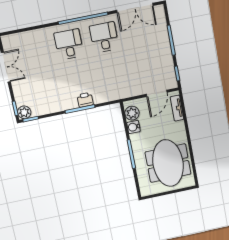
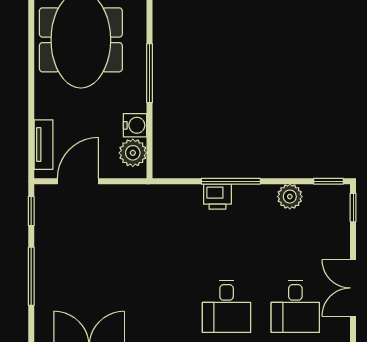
desk: (104, 37) -> (295, 306), moved
plant: (24, 112) -> (290, 197), moved

